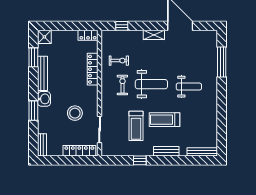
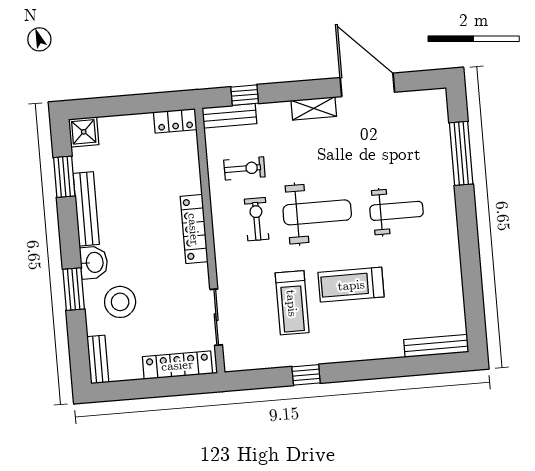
locker: (93, 69) -> (194, 229), moved
stool: (75, 113) -> (120, 302), moved
bench: (166, 151) -> (229, 116), moved

